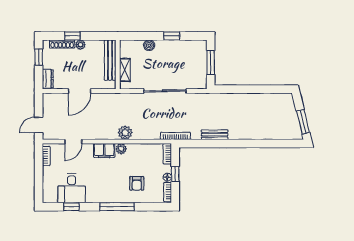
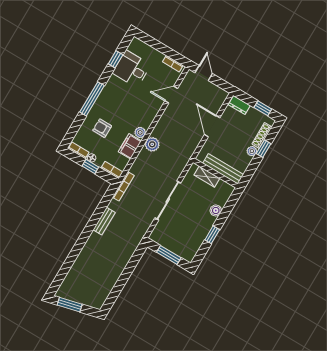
door: (73, 142) -> (171, 95), hinge flipped
filing cabinet: (104, 151) -> (130, 146), moved

